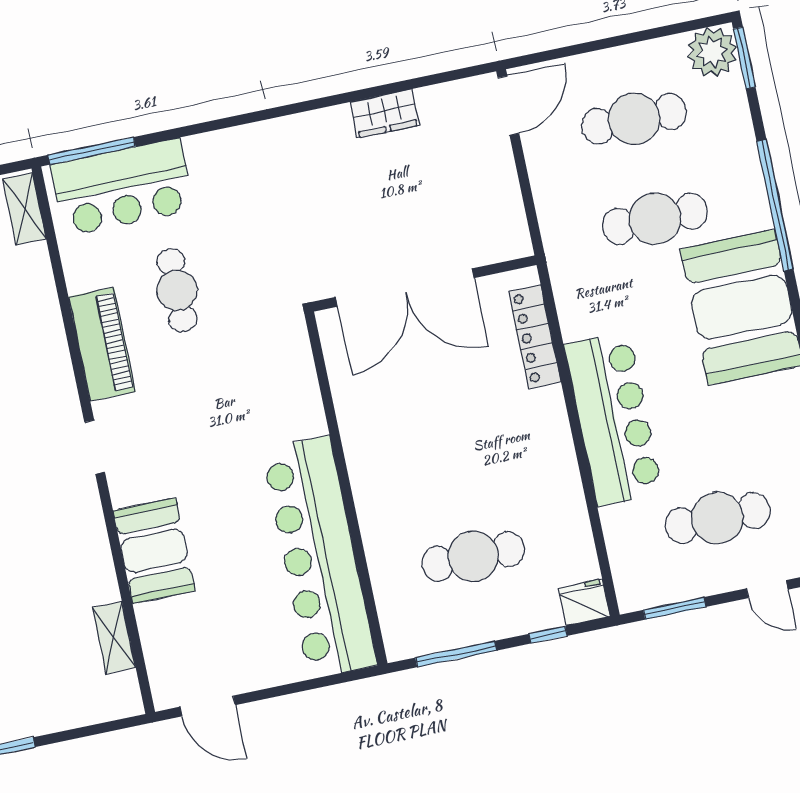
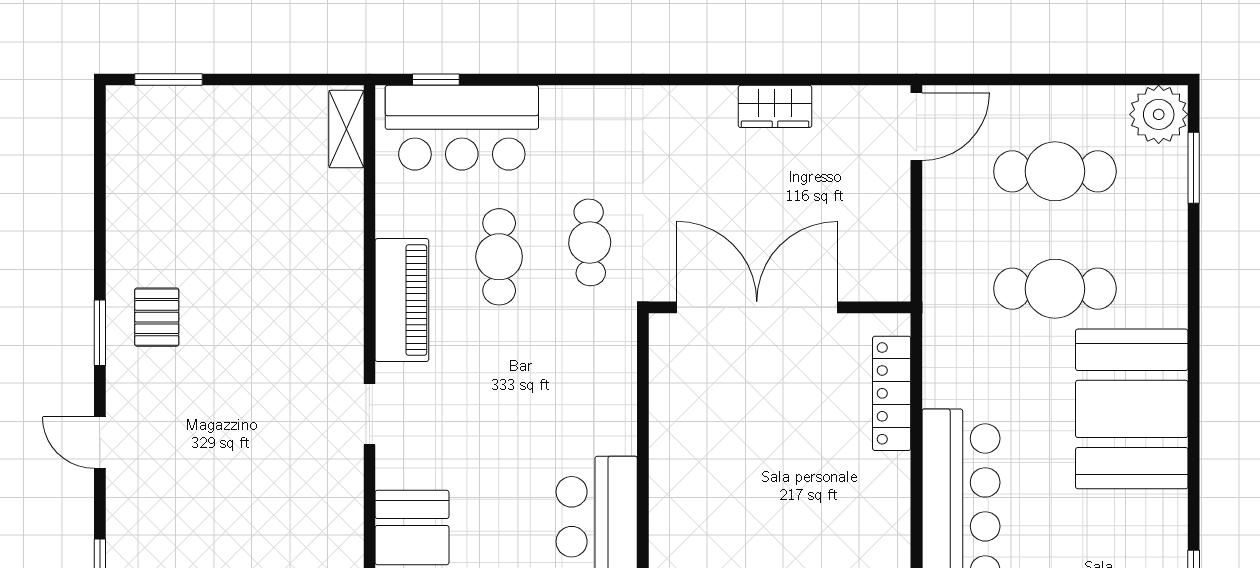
window: (744, 58) -> (1194, 168), moved
window: (92, 151) -> (436, 80), width x0.46
window: (775, 205) -> (1194, 302), removed
cafe table: (251, 262) -> (590, 242), added
double door: (405, 287) -> (757, 307), swing flipped

